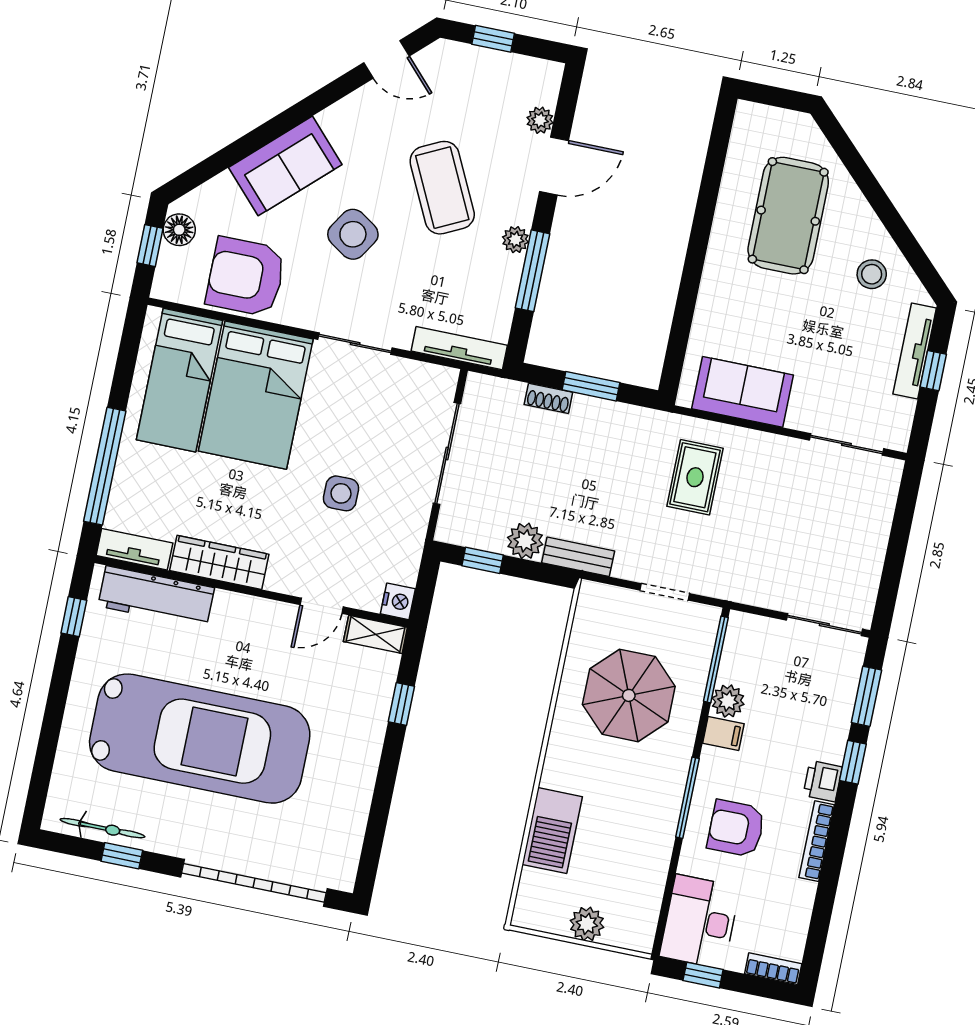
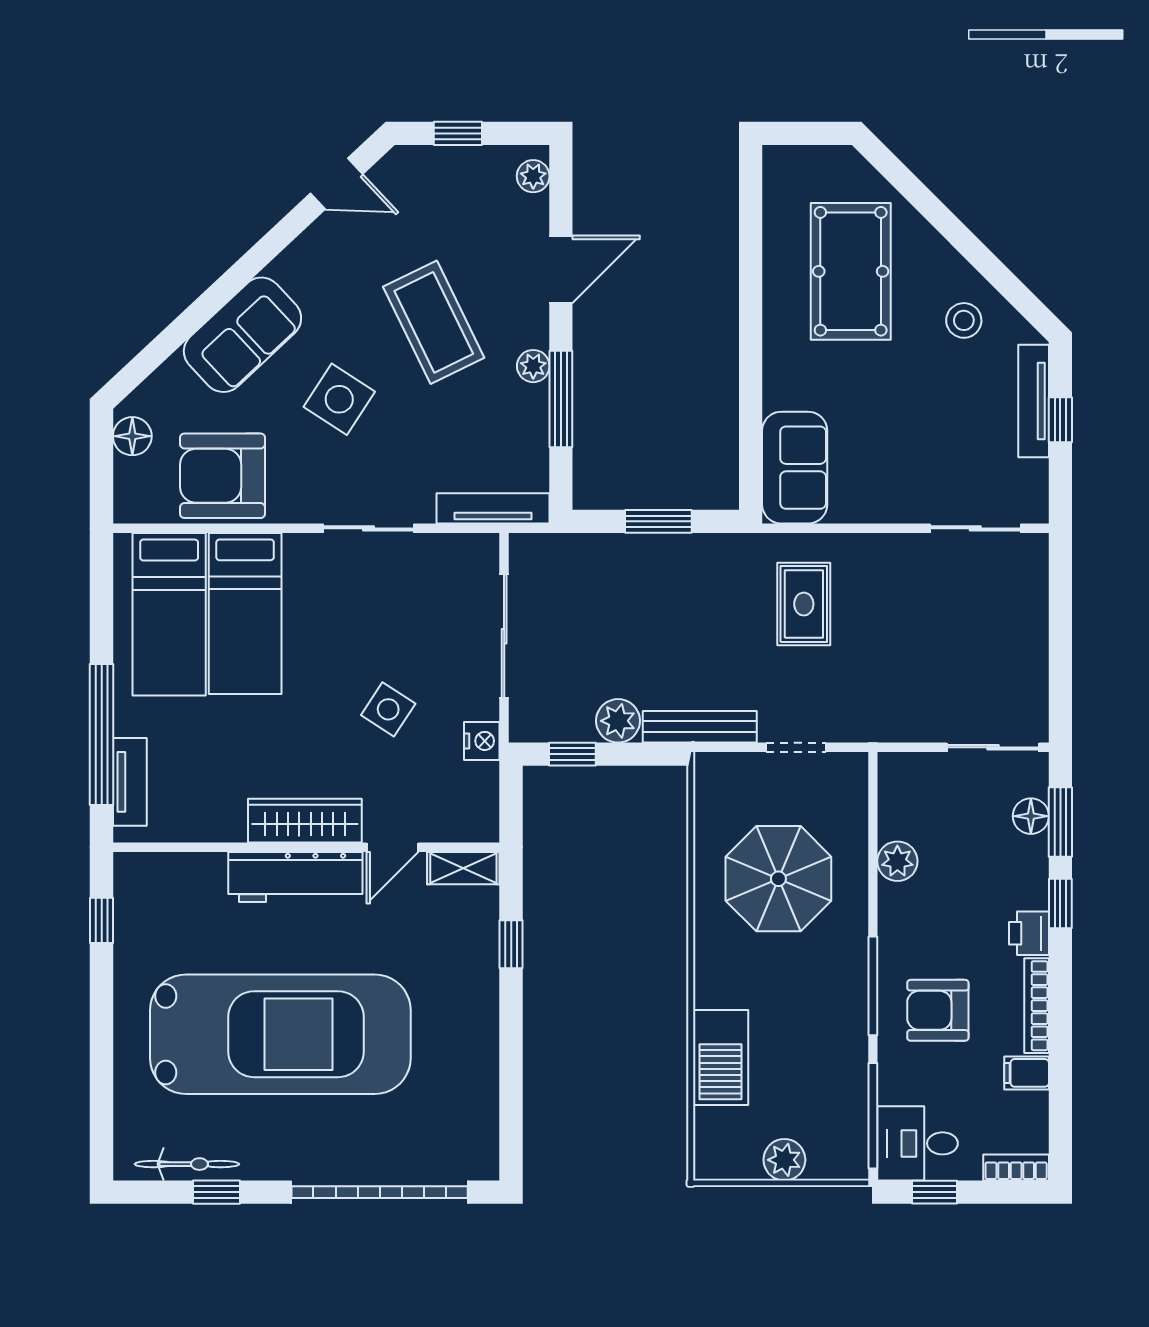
plant: (540, 120) -> (533, 176), moved
window: (150, 246) -> (102, 462), removed
sofa: (743, 392) -> (795, 468), moved, turned 90
bed: (256, 395) -> (245, 613), width x0.67
shoe rack: (548, 398) -> (611, 546), removed
side table: (341, 493) -> (388, 709), turned 33
tv unit: (134, 549) -> (130, 782), moved, turned 90
bench: (578, 557) -> (700, 727), width x1.36
wardrobe: (219, 562) -> (305, 821), moved
workbench: (156, 597) -> (295, 877), moved
nightstand: (398, 601) -> (482, 741), moved
window: (716, 659) -> (873, 1116), moved
floor lamp: (844, 687) -> (1031, 816), added
filing cabinet: (723, 734) -> (1027, 1073), moved, turned 180
desk: (700, 922) -> (918, 1143), width x0.73

